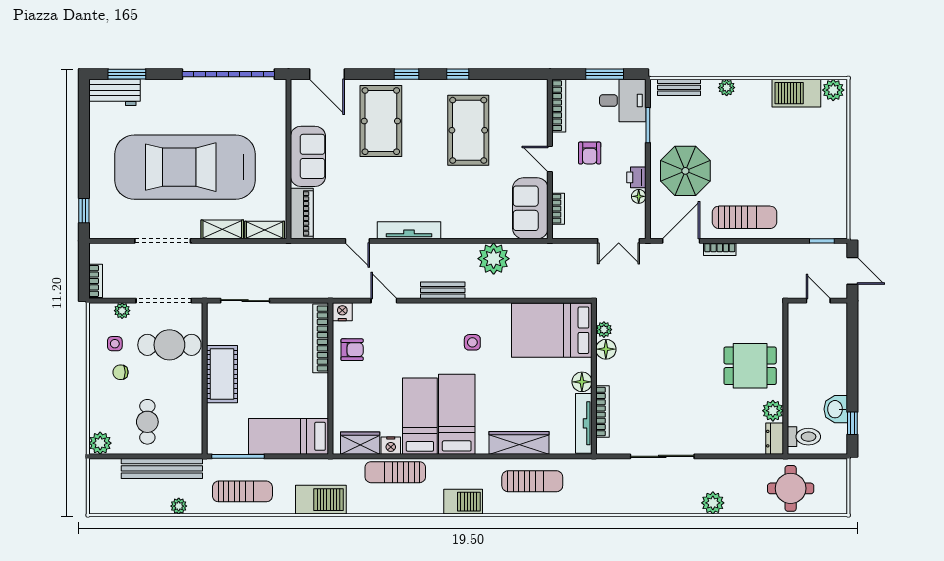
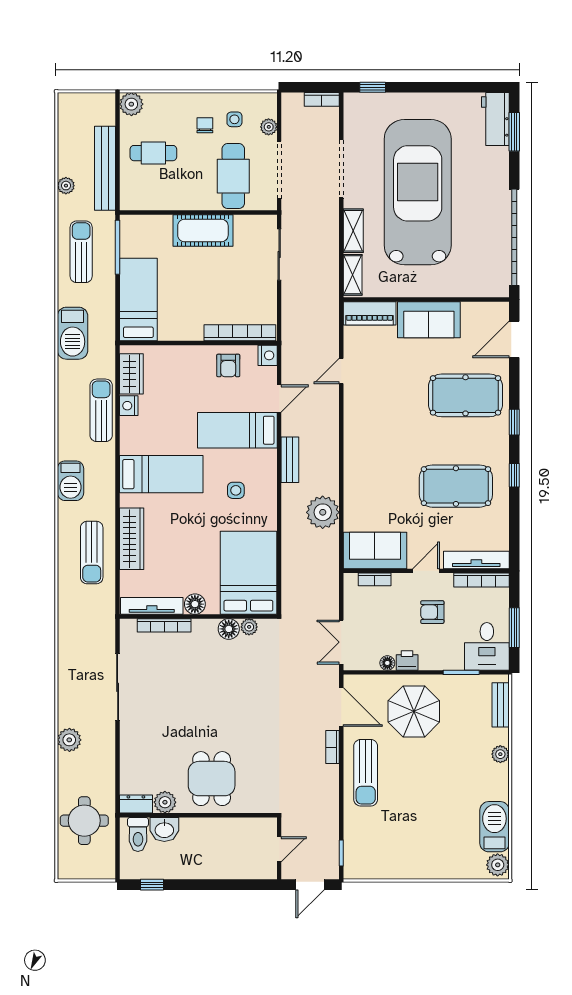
tv unit: (409, 230) -> (476, 560), moved, turned -90
bookcase: (96, 281) -> (322, 99), moved
washbasin: (836, 409) -> (164, 829), moved, turned 180
bed: (420, 416) -> (237, 430), moved, turned 180
sun lounger: (242, 491) -> (81, 252), turned 180

